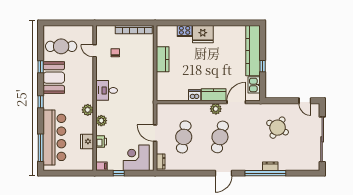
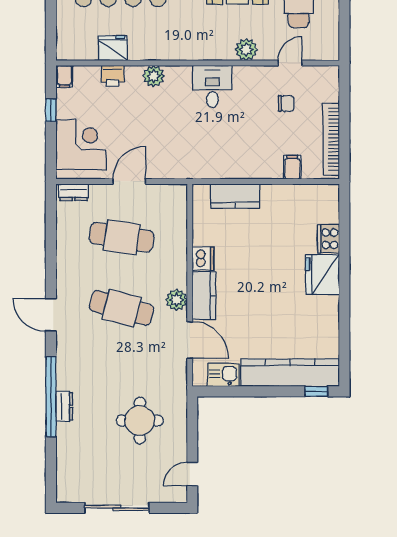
filing cabinet: (148, 50) -> (292, 167), added
kitchen counter: (163, 59) -> (235, 196), moved
window: (263, 66) -> (316, 391), moved
plant: (88, 110) -> (246, 49), moved
round table: (278, 128) -> (140, 421), turned -30
sliding door: (322, 139) -> (117, 508), width x0.73

